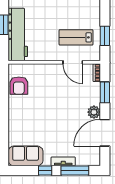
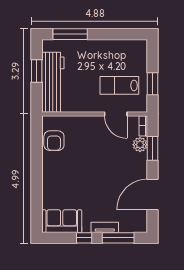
plant: (94, 112) -> (140, 145), moved

